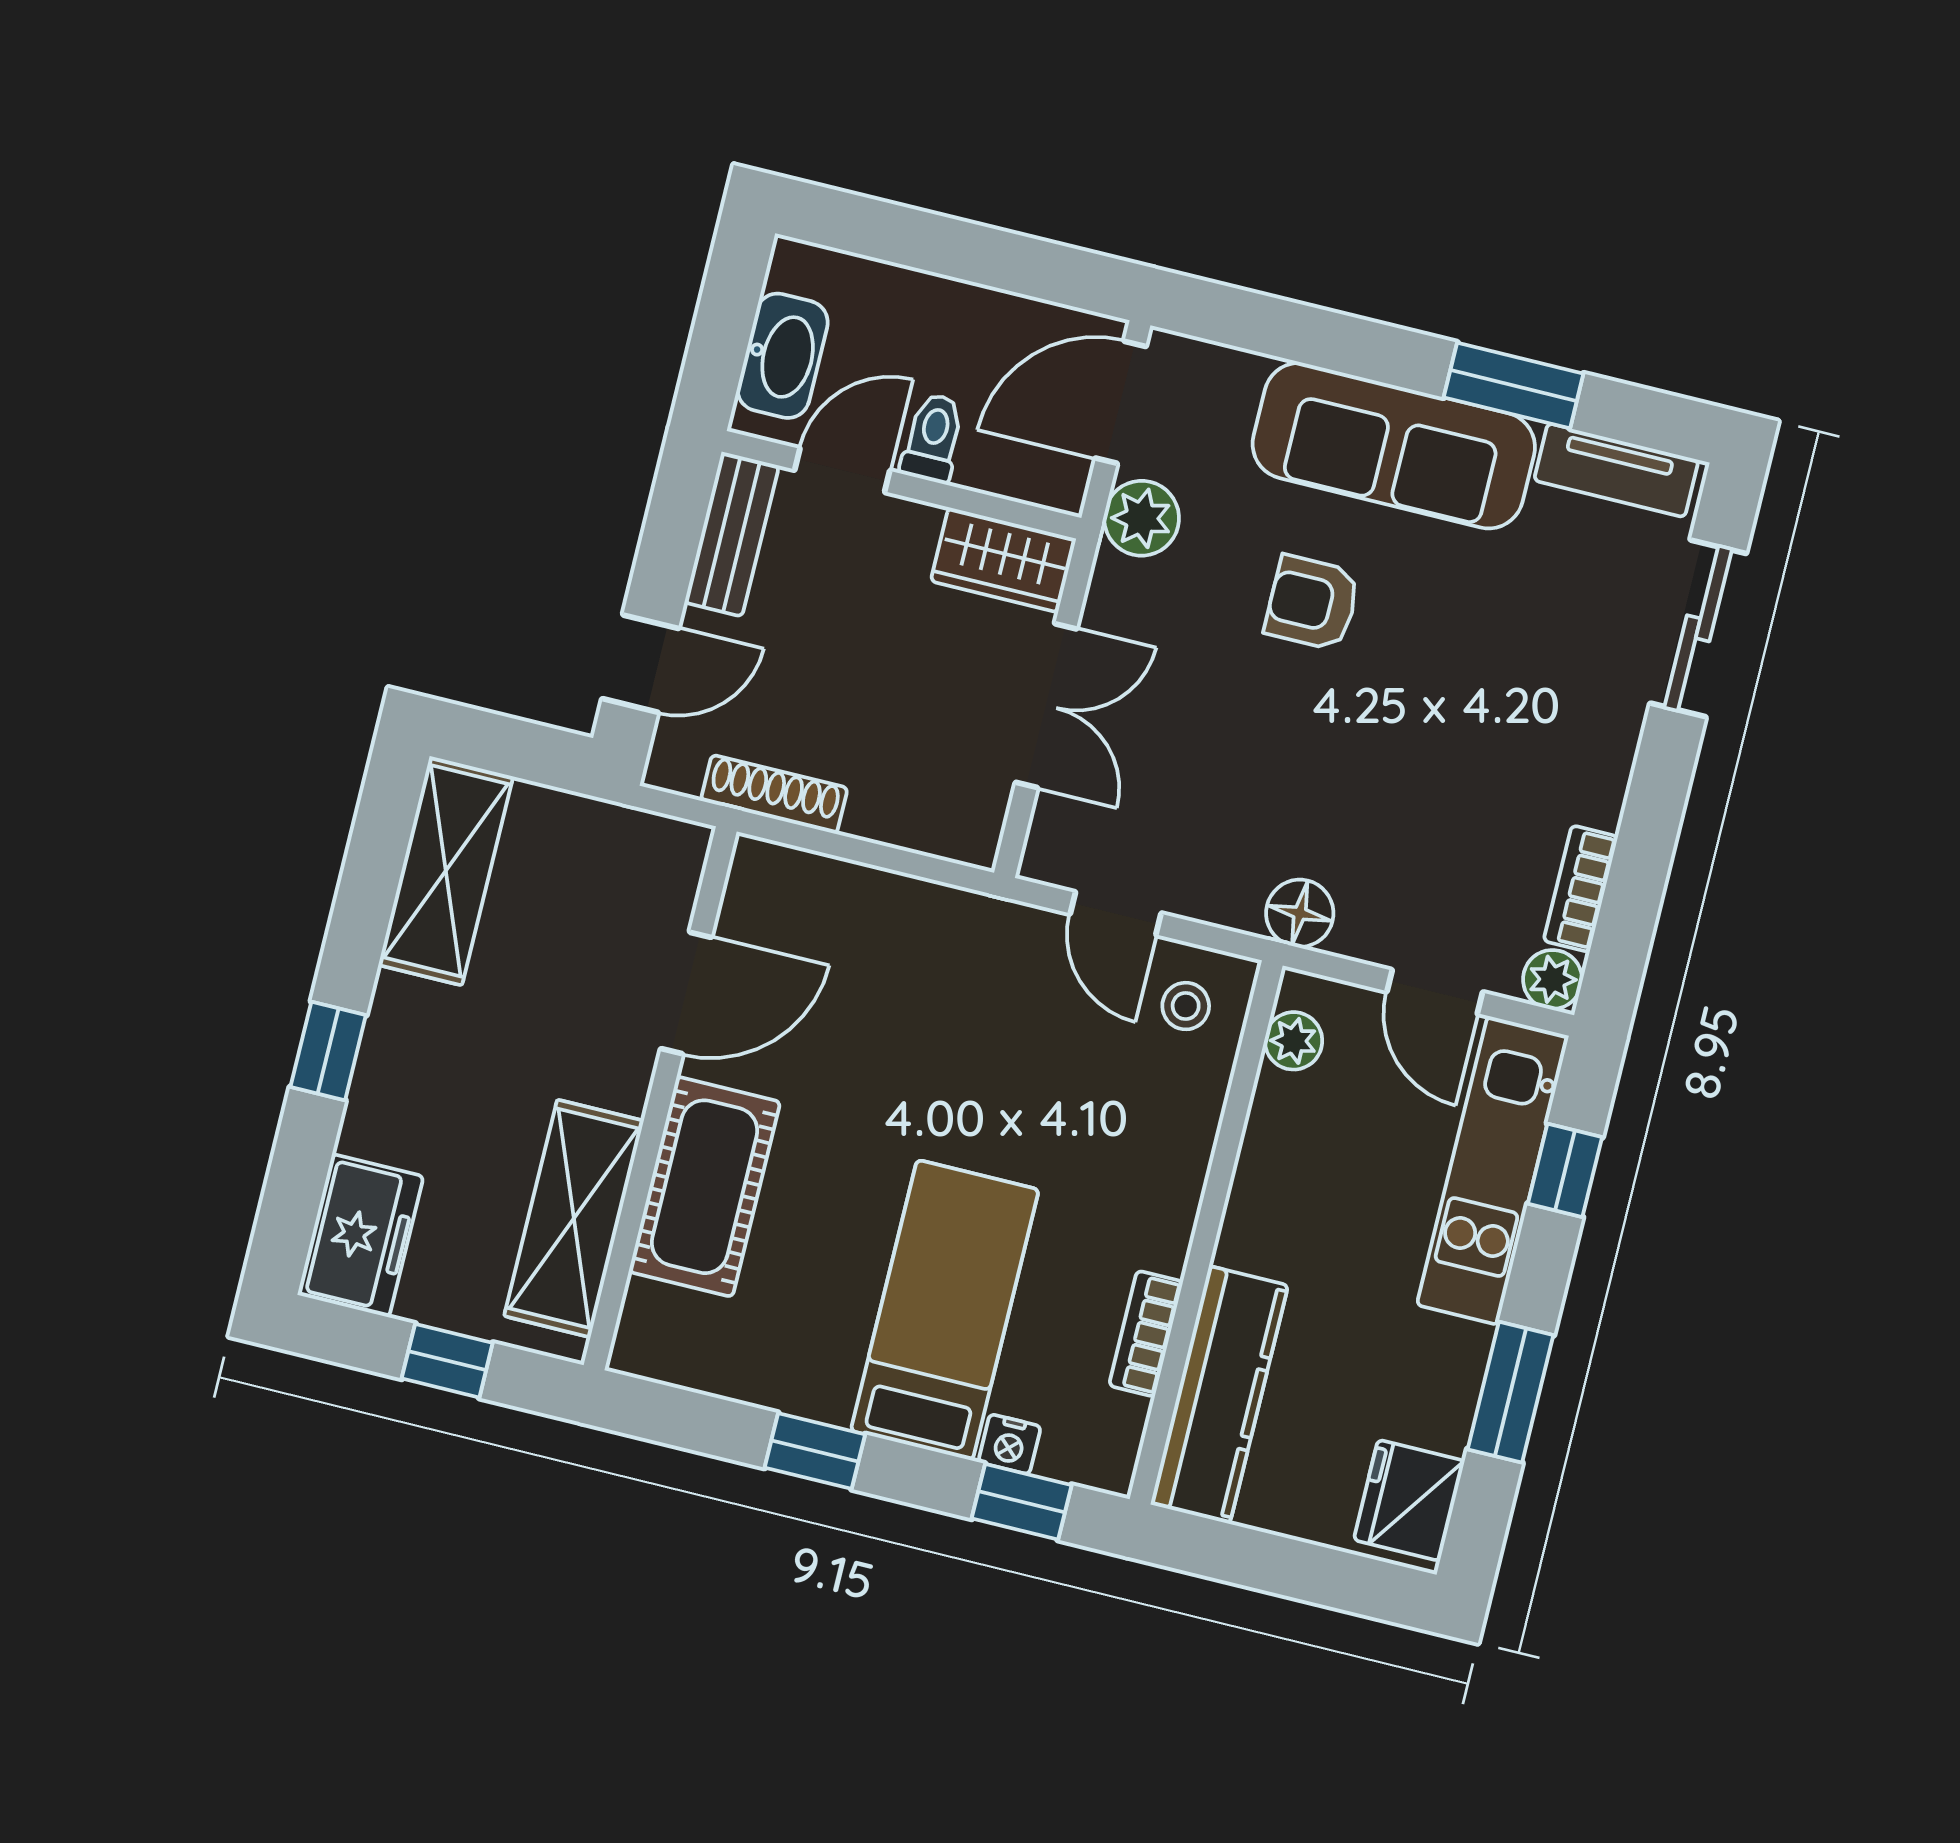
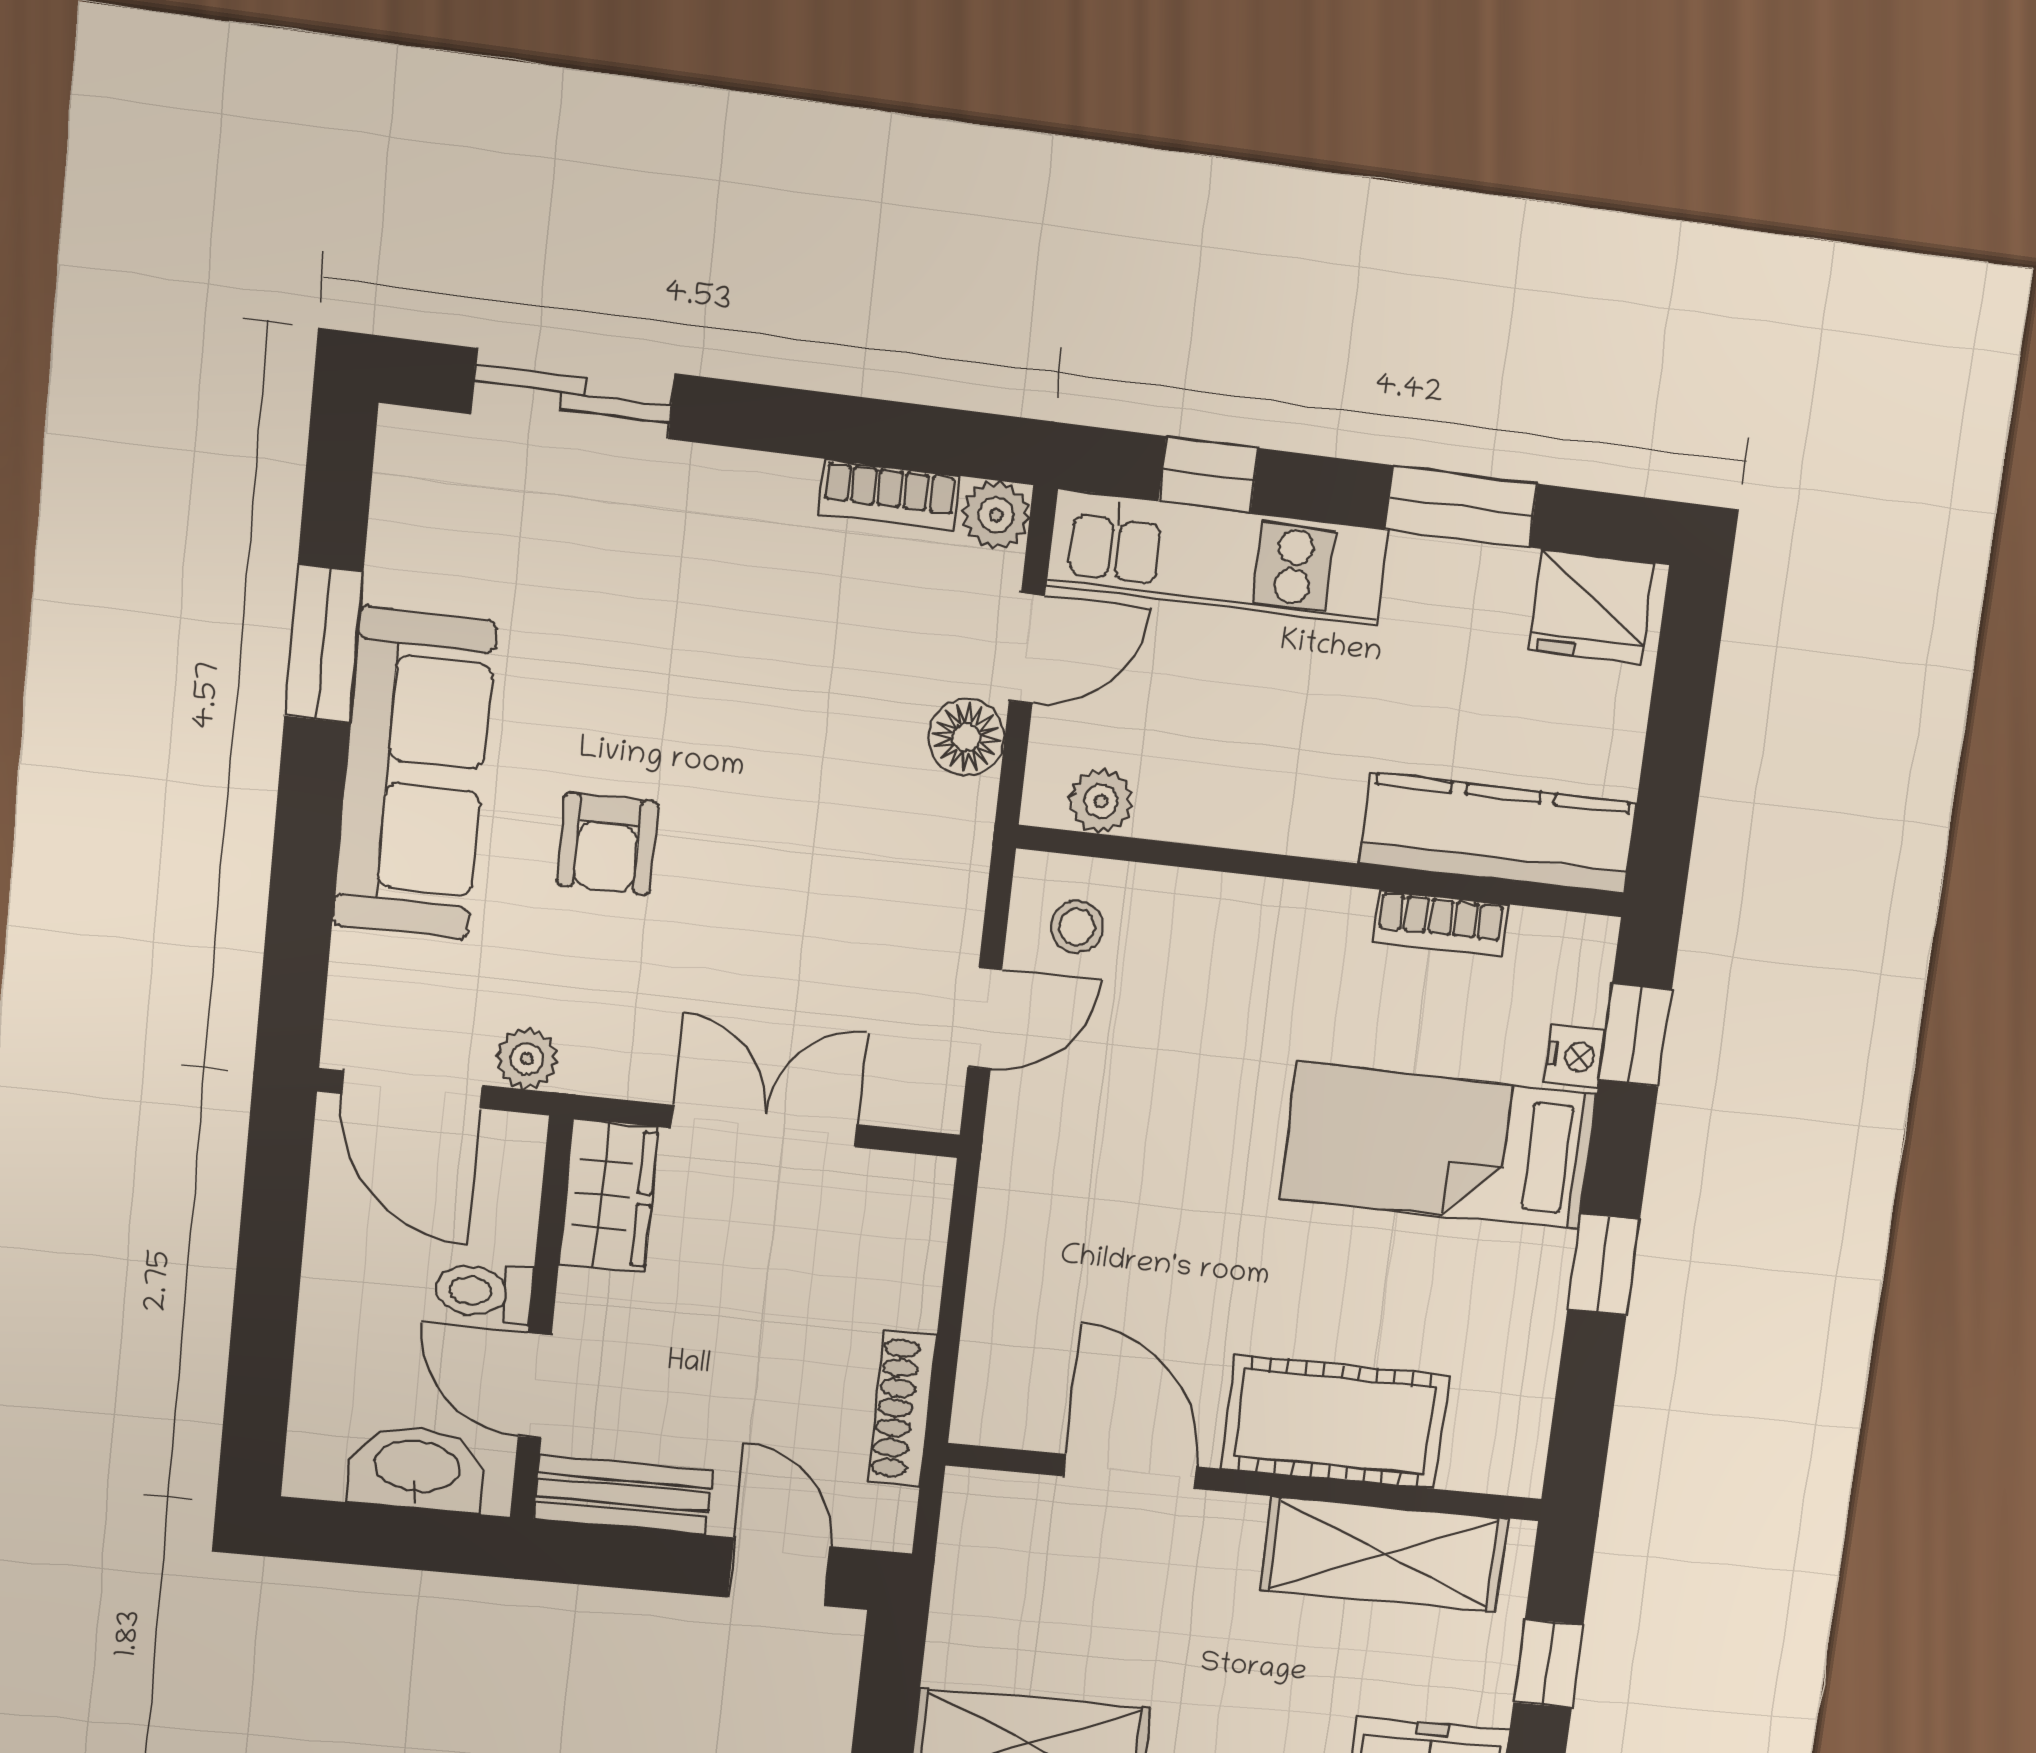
tv unit: (1616, 470) -> (404, 512), removed
plant: (1142, 518) -> (527, 1059), width x0.73, depth x0.73
floor lamp: (1300, 913) -> (967, 737), moved

